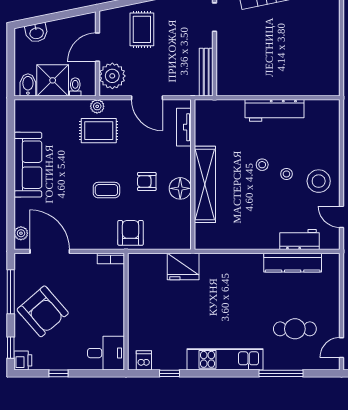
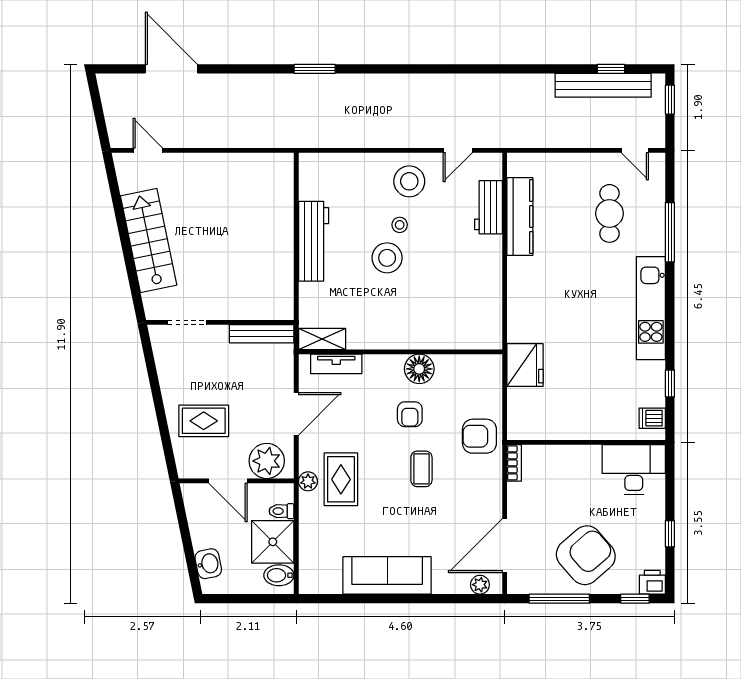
stool: (262, 165) -> (387, 258), width x1.89, depth x1.89
shelving: (205, 184) -> (322, 339), moved, width x0.45, depth x0.75
desk: (106, 353) -> (634, 469), width x1.37

